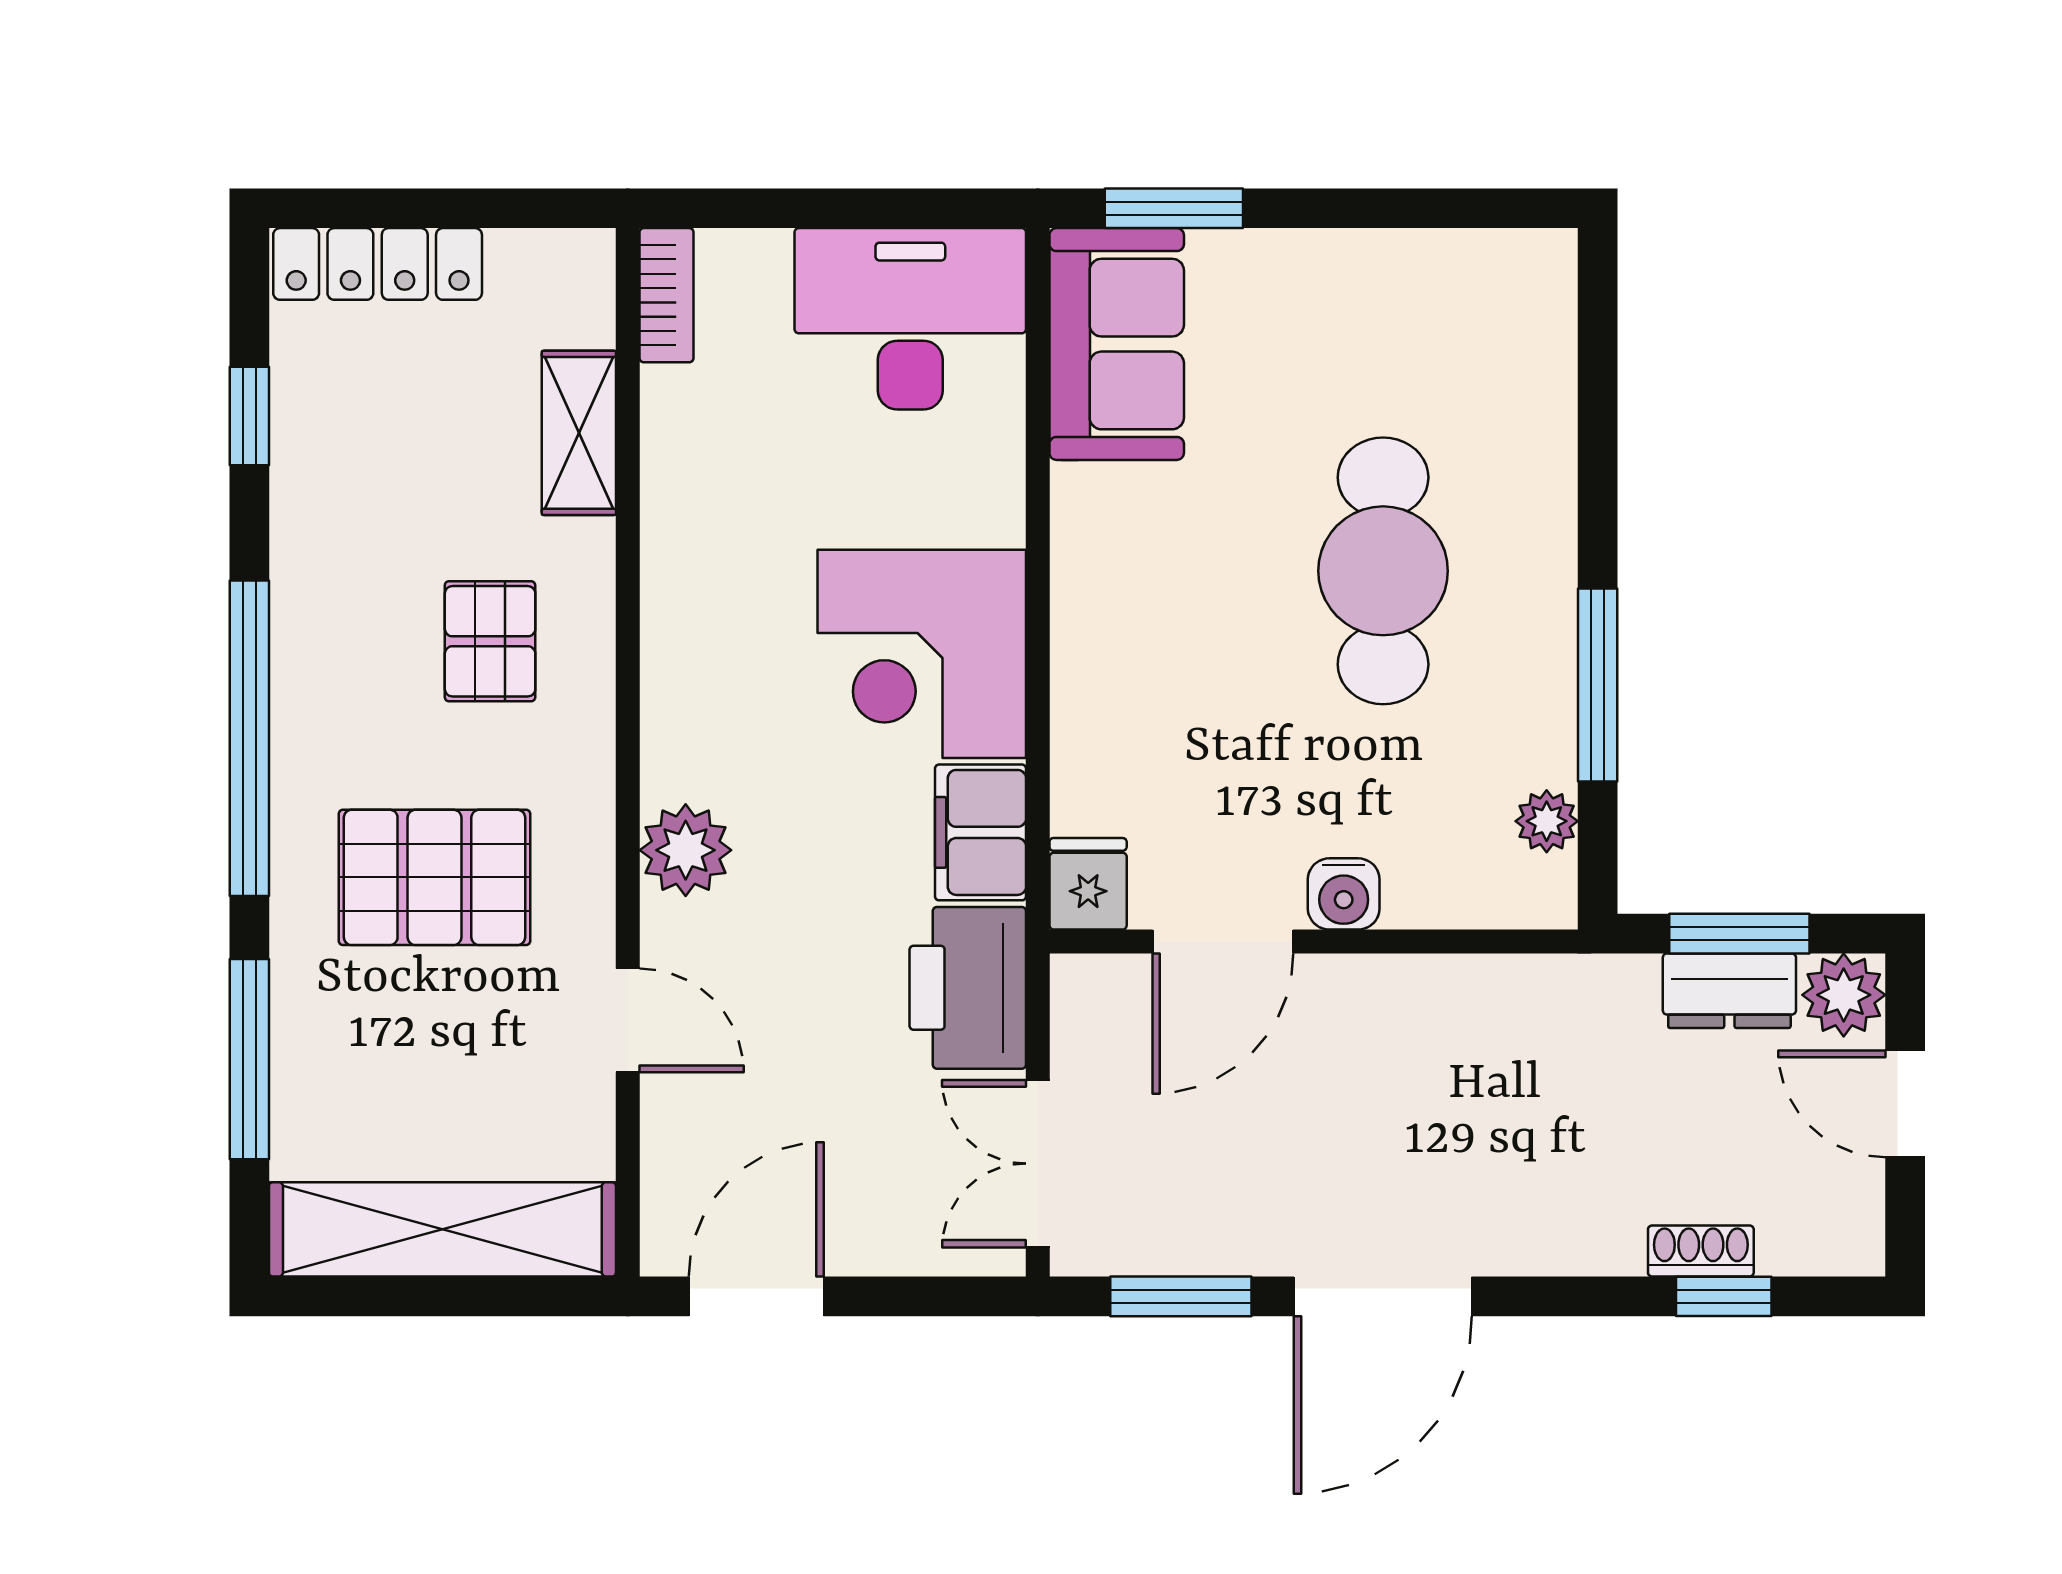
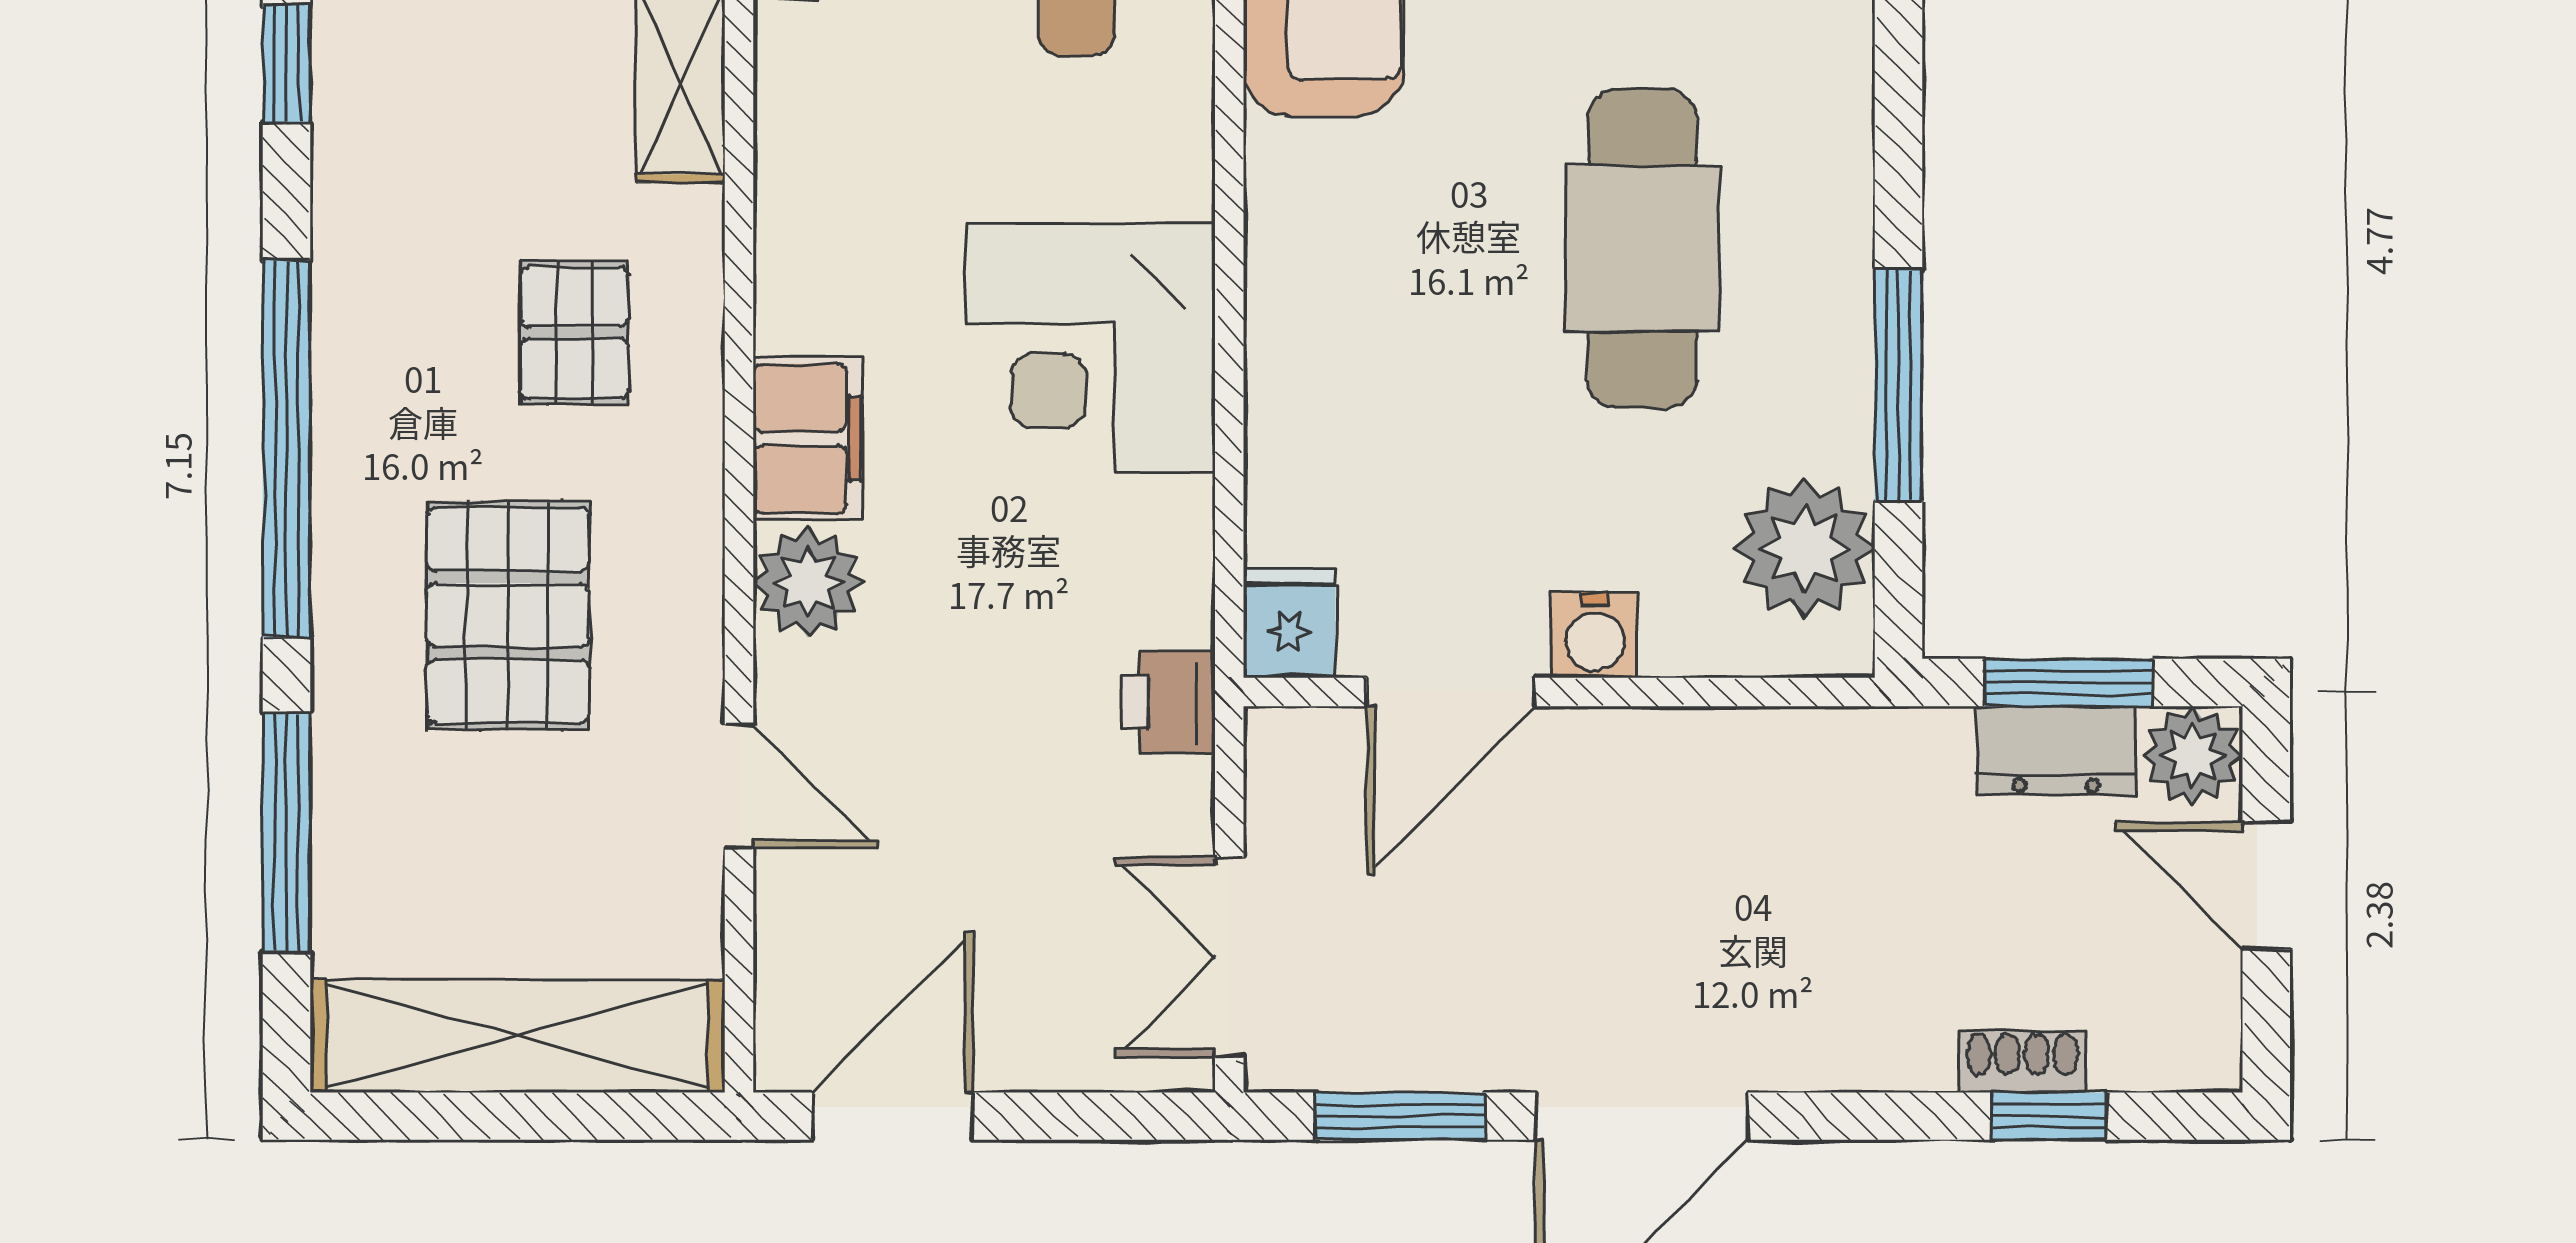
plant: (1547, 821) -> (1805, 548), width x1.88, depth x1.88
filing cabinet: (981, 832) -> (807, 439), moved, turned 180
pallet: (434, 877) -> (508, 615), turned 90
printer: (968, 988) -> (1168, 702), width x0.53, depth x0.68

